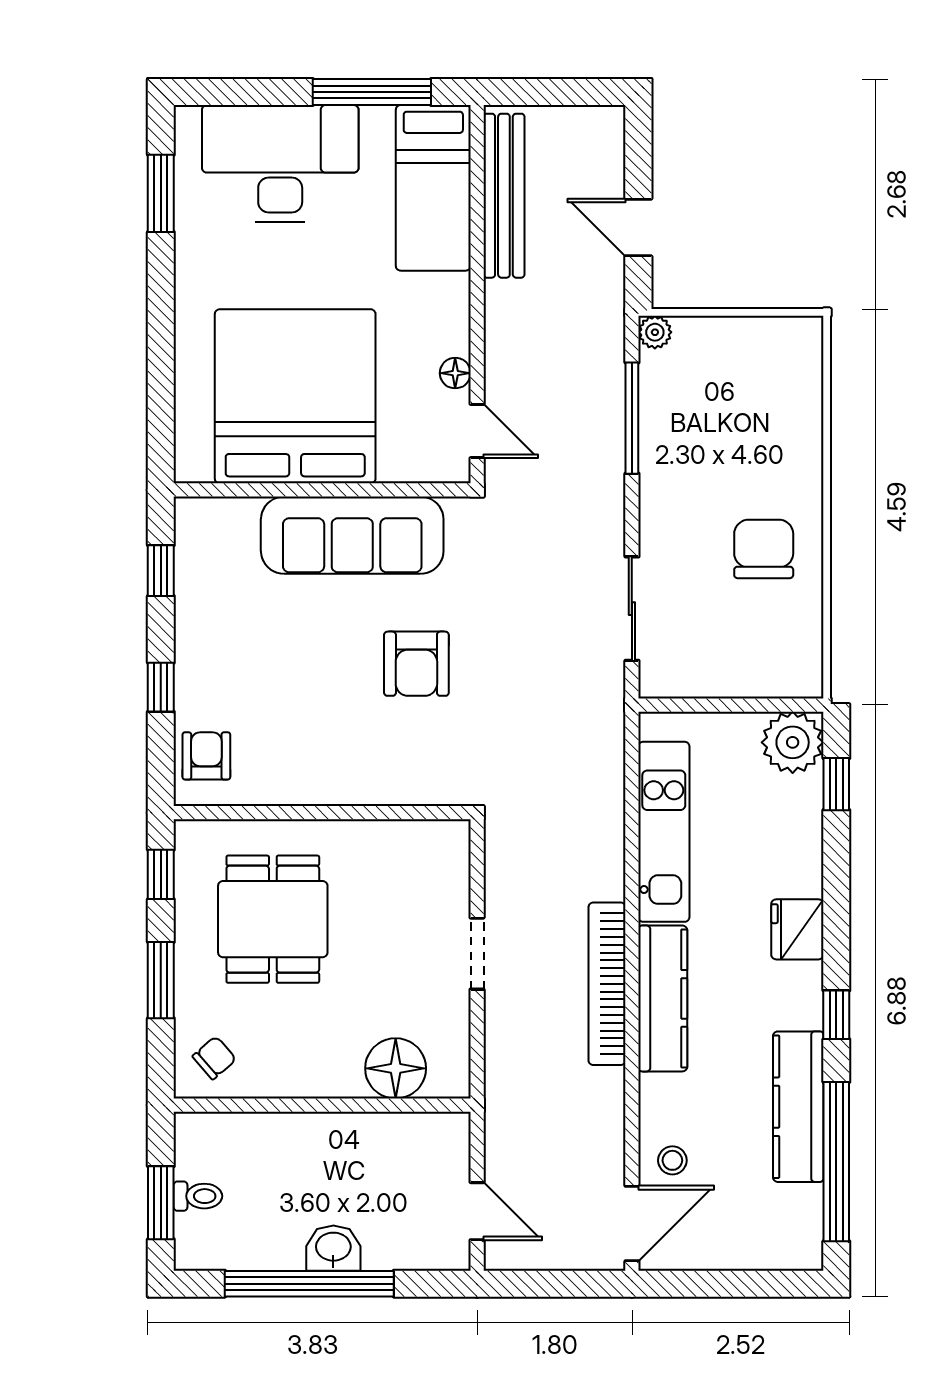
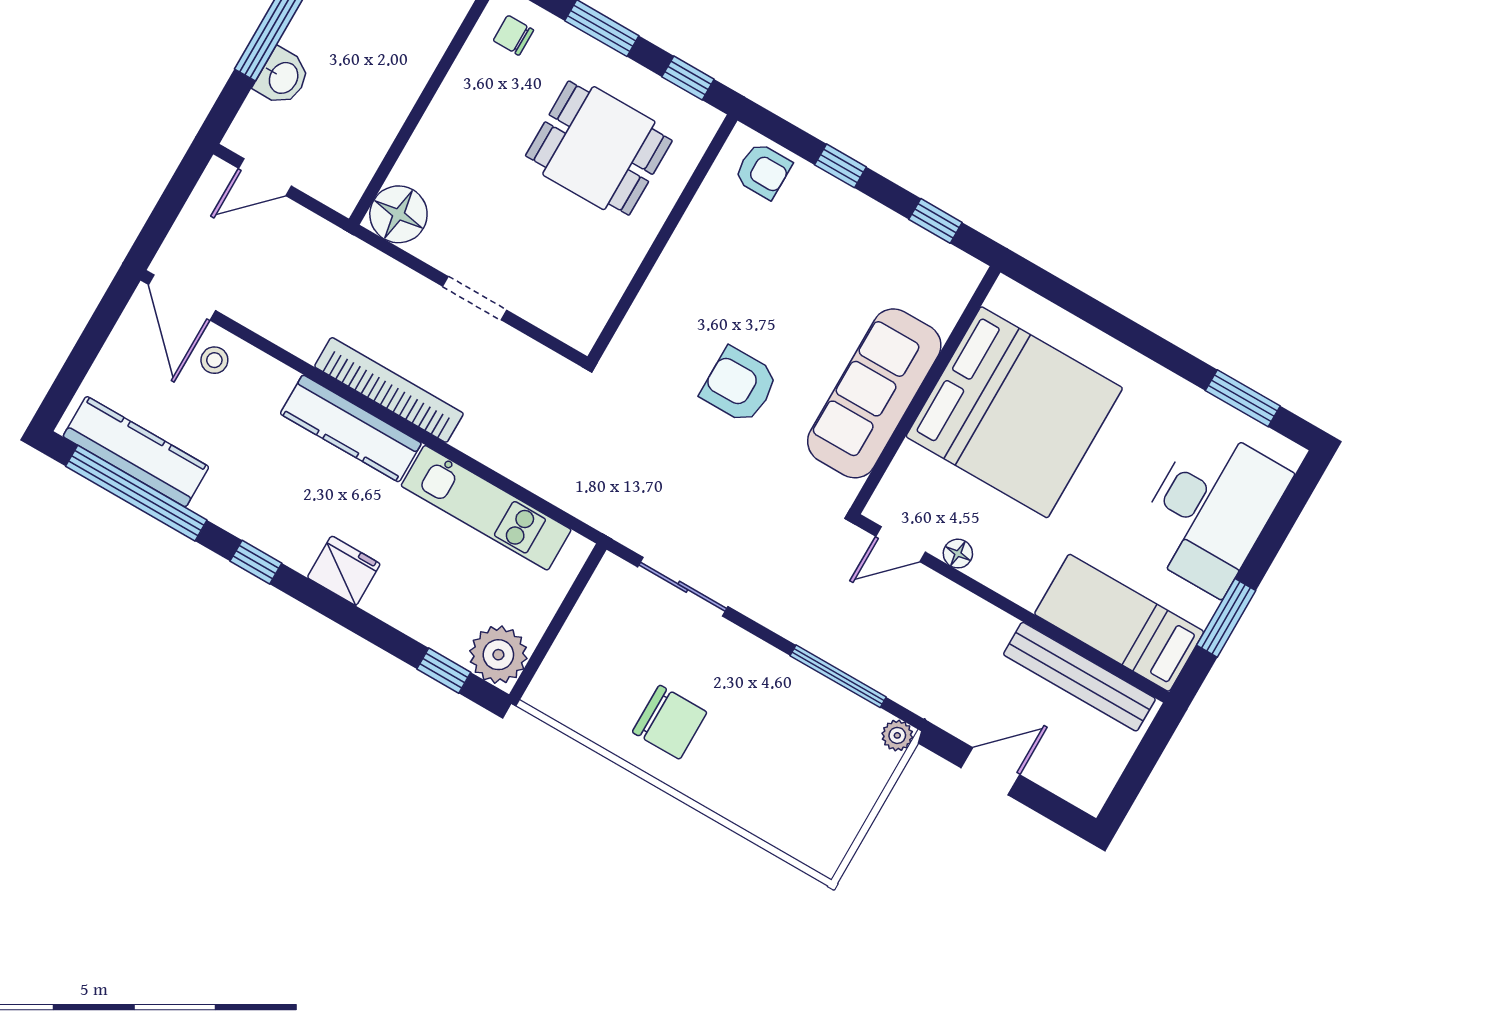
window: (372, 92) -> (1226, 618), width x0.69
chair: (214, 1058) -> (513, 35), turned 131
floor lamp: (396, 1068) -> (398, 214), moved
kitchen counter: (798, 1107) -> (136, 452), moved
washbasin: (333, 1248) -> (282, 77), moved

